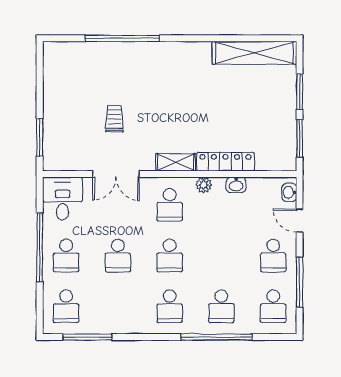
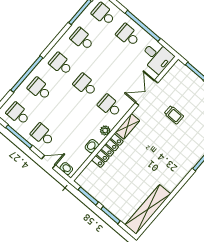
school desk: (118, 256) -> (82, 39), moved

